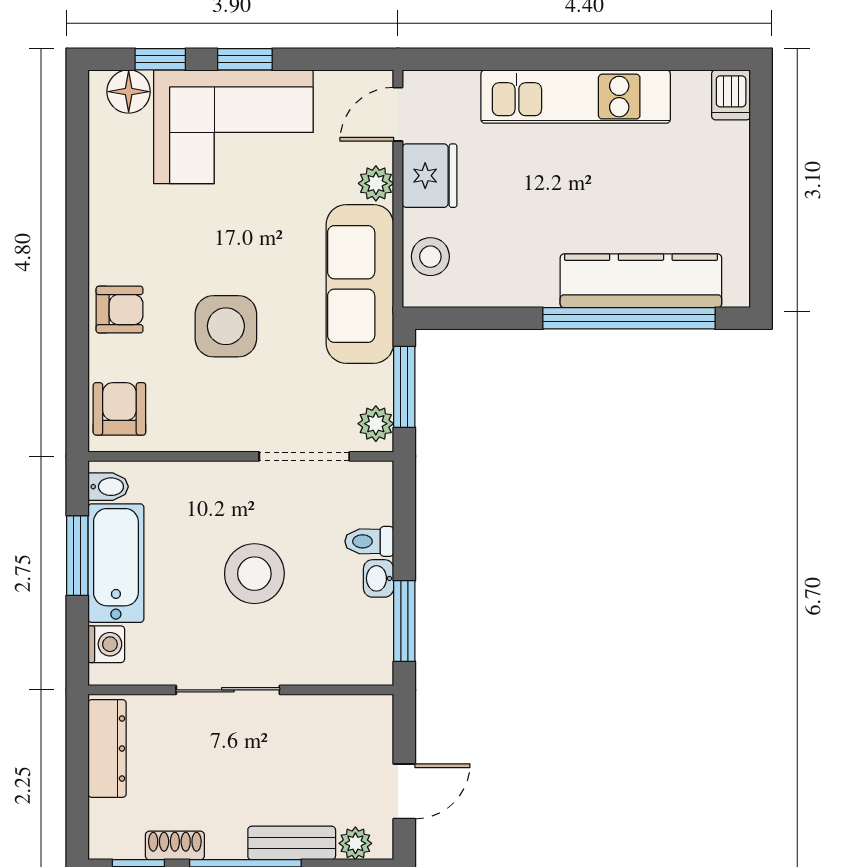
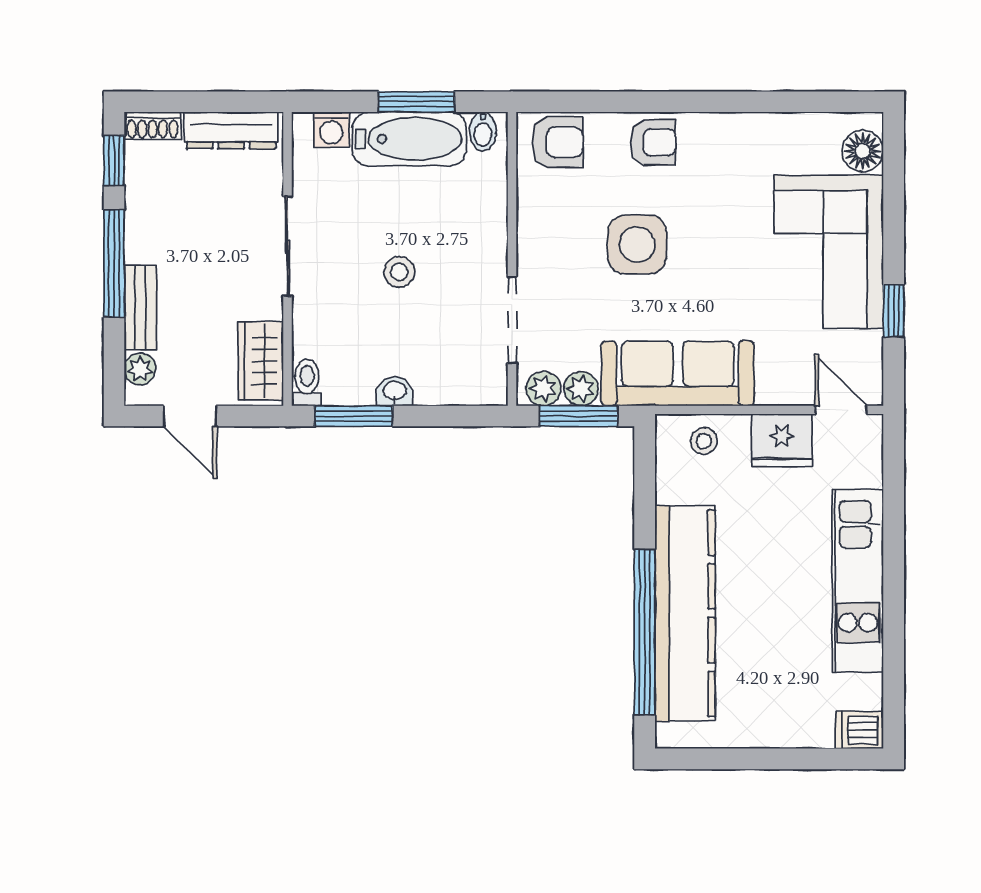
window: (160, 59) -> (894, 181), removed
window: (245, 59) -> (894, 311), moved
plant: (376, 183) -> (581, 389), moved
stool: (430, 257) -> (704, 441), width x0.73, depth x0.73
kitchen counter: (641, 281) -> (685, 613), width x1.39, depth x1.17
armchair: (120, 310) -> (653, 142), turned -90
toilet: (369, 541) -> (307, 382), moved
stool: (254, 574) -> (399, 272), width x0.53, depth x0.53
wardrobe: (347, 718) -> (261, 361), added
shoe rack: (175, 845) -> (153, 126), moved, turned 90

